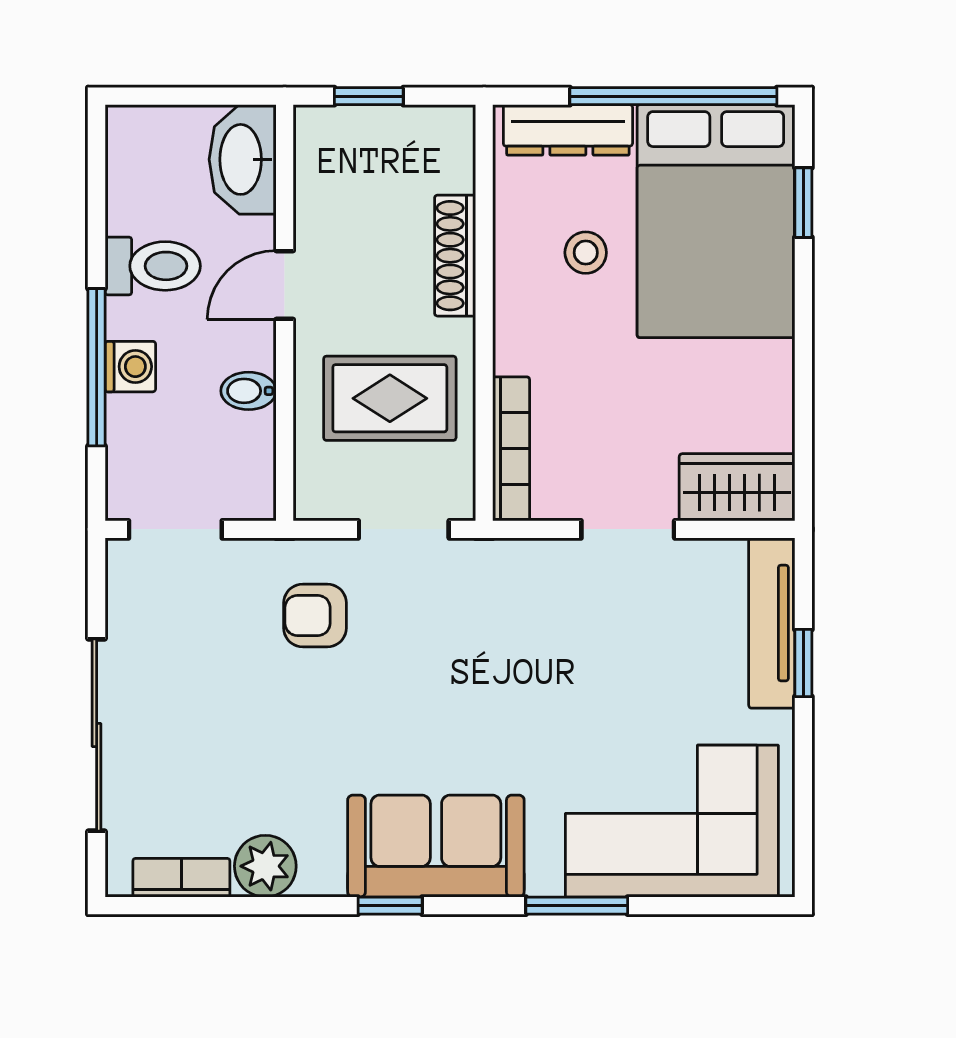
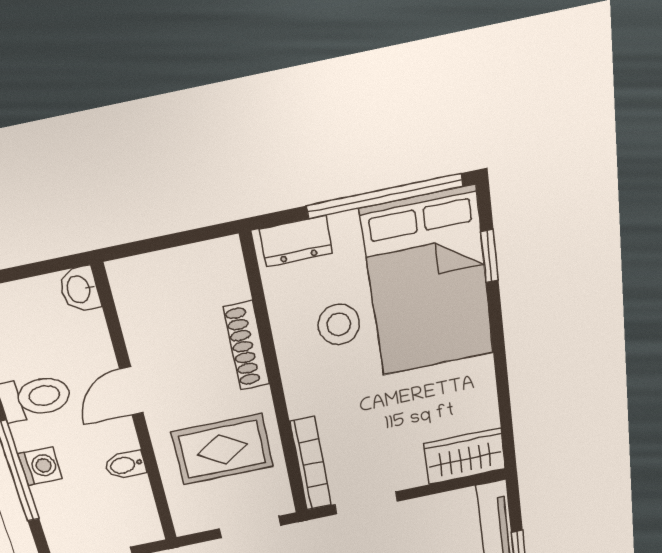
window: (369, 96) -> (158, 244), removed
dresser: (568, 130) -> (296, 241), width x0.70
washbasin: (243, 159) -> (79, 289), width x0.52, depth x0.69
stool: (586, 253) -> (339, 324), width x1.37, depth x1.37
doorway: (628, 529) -> (366, 503), moved

